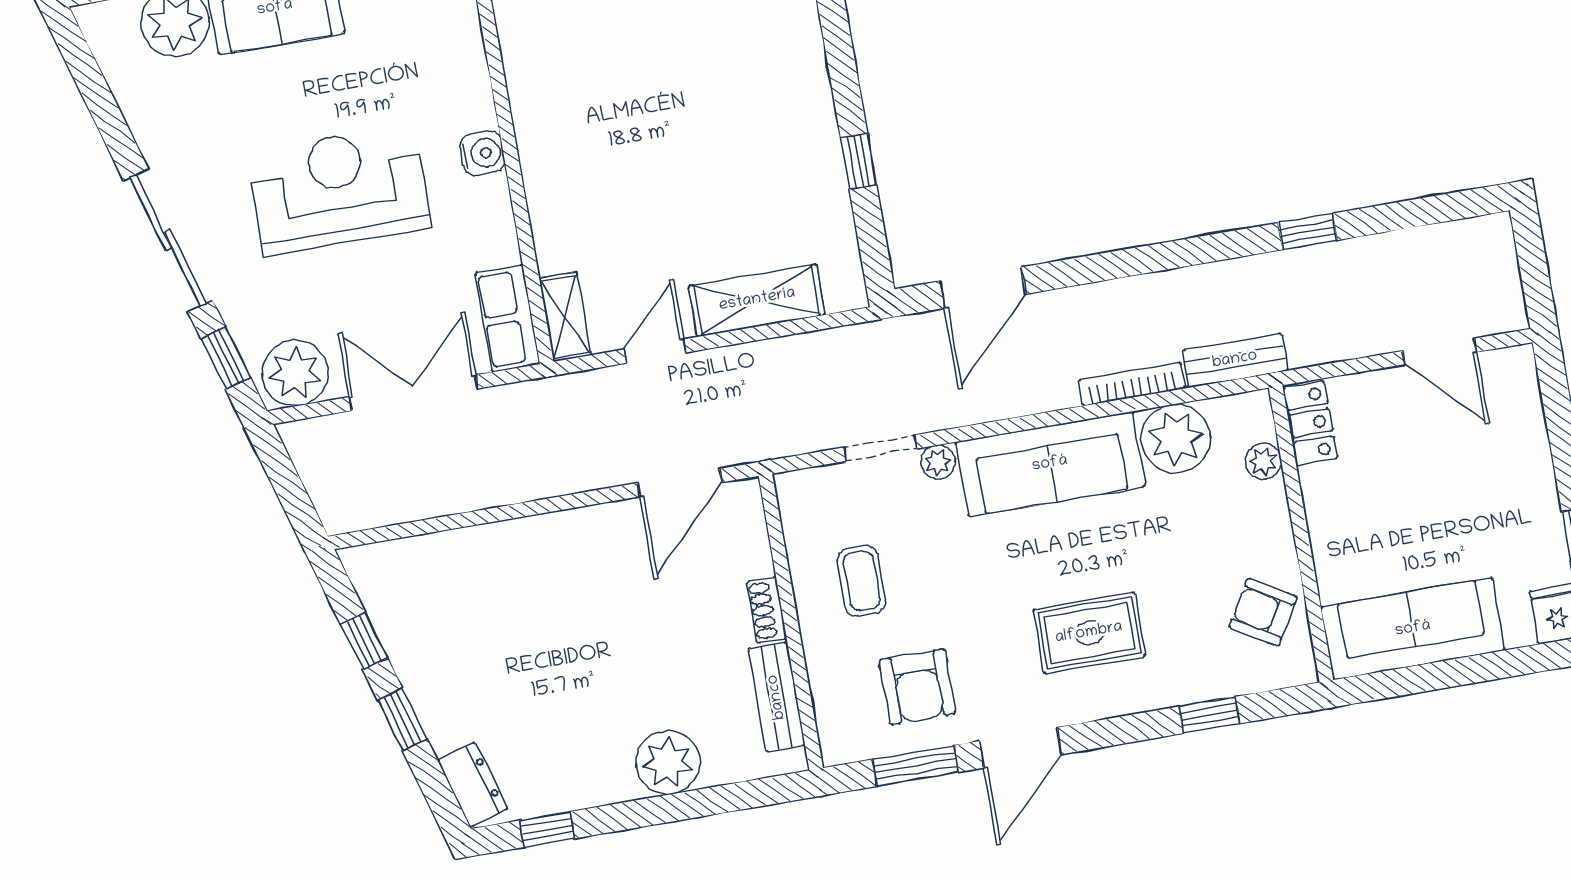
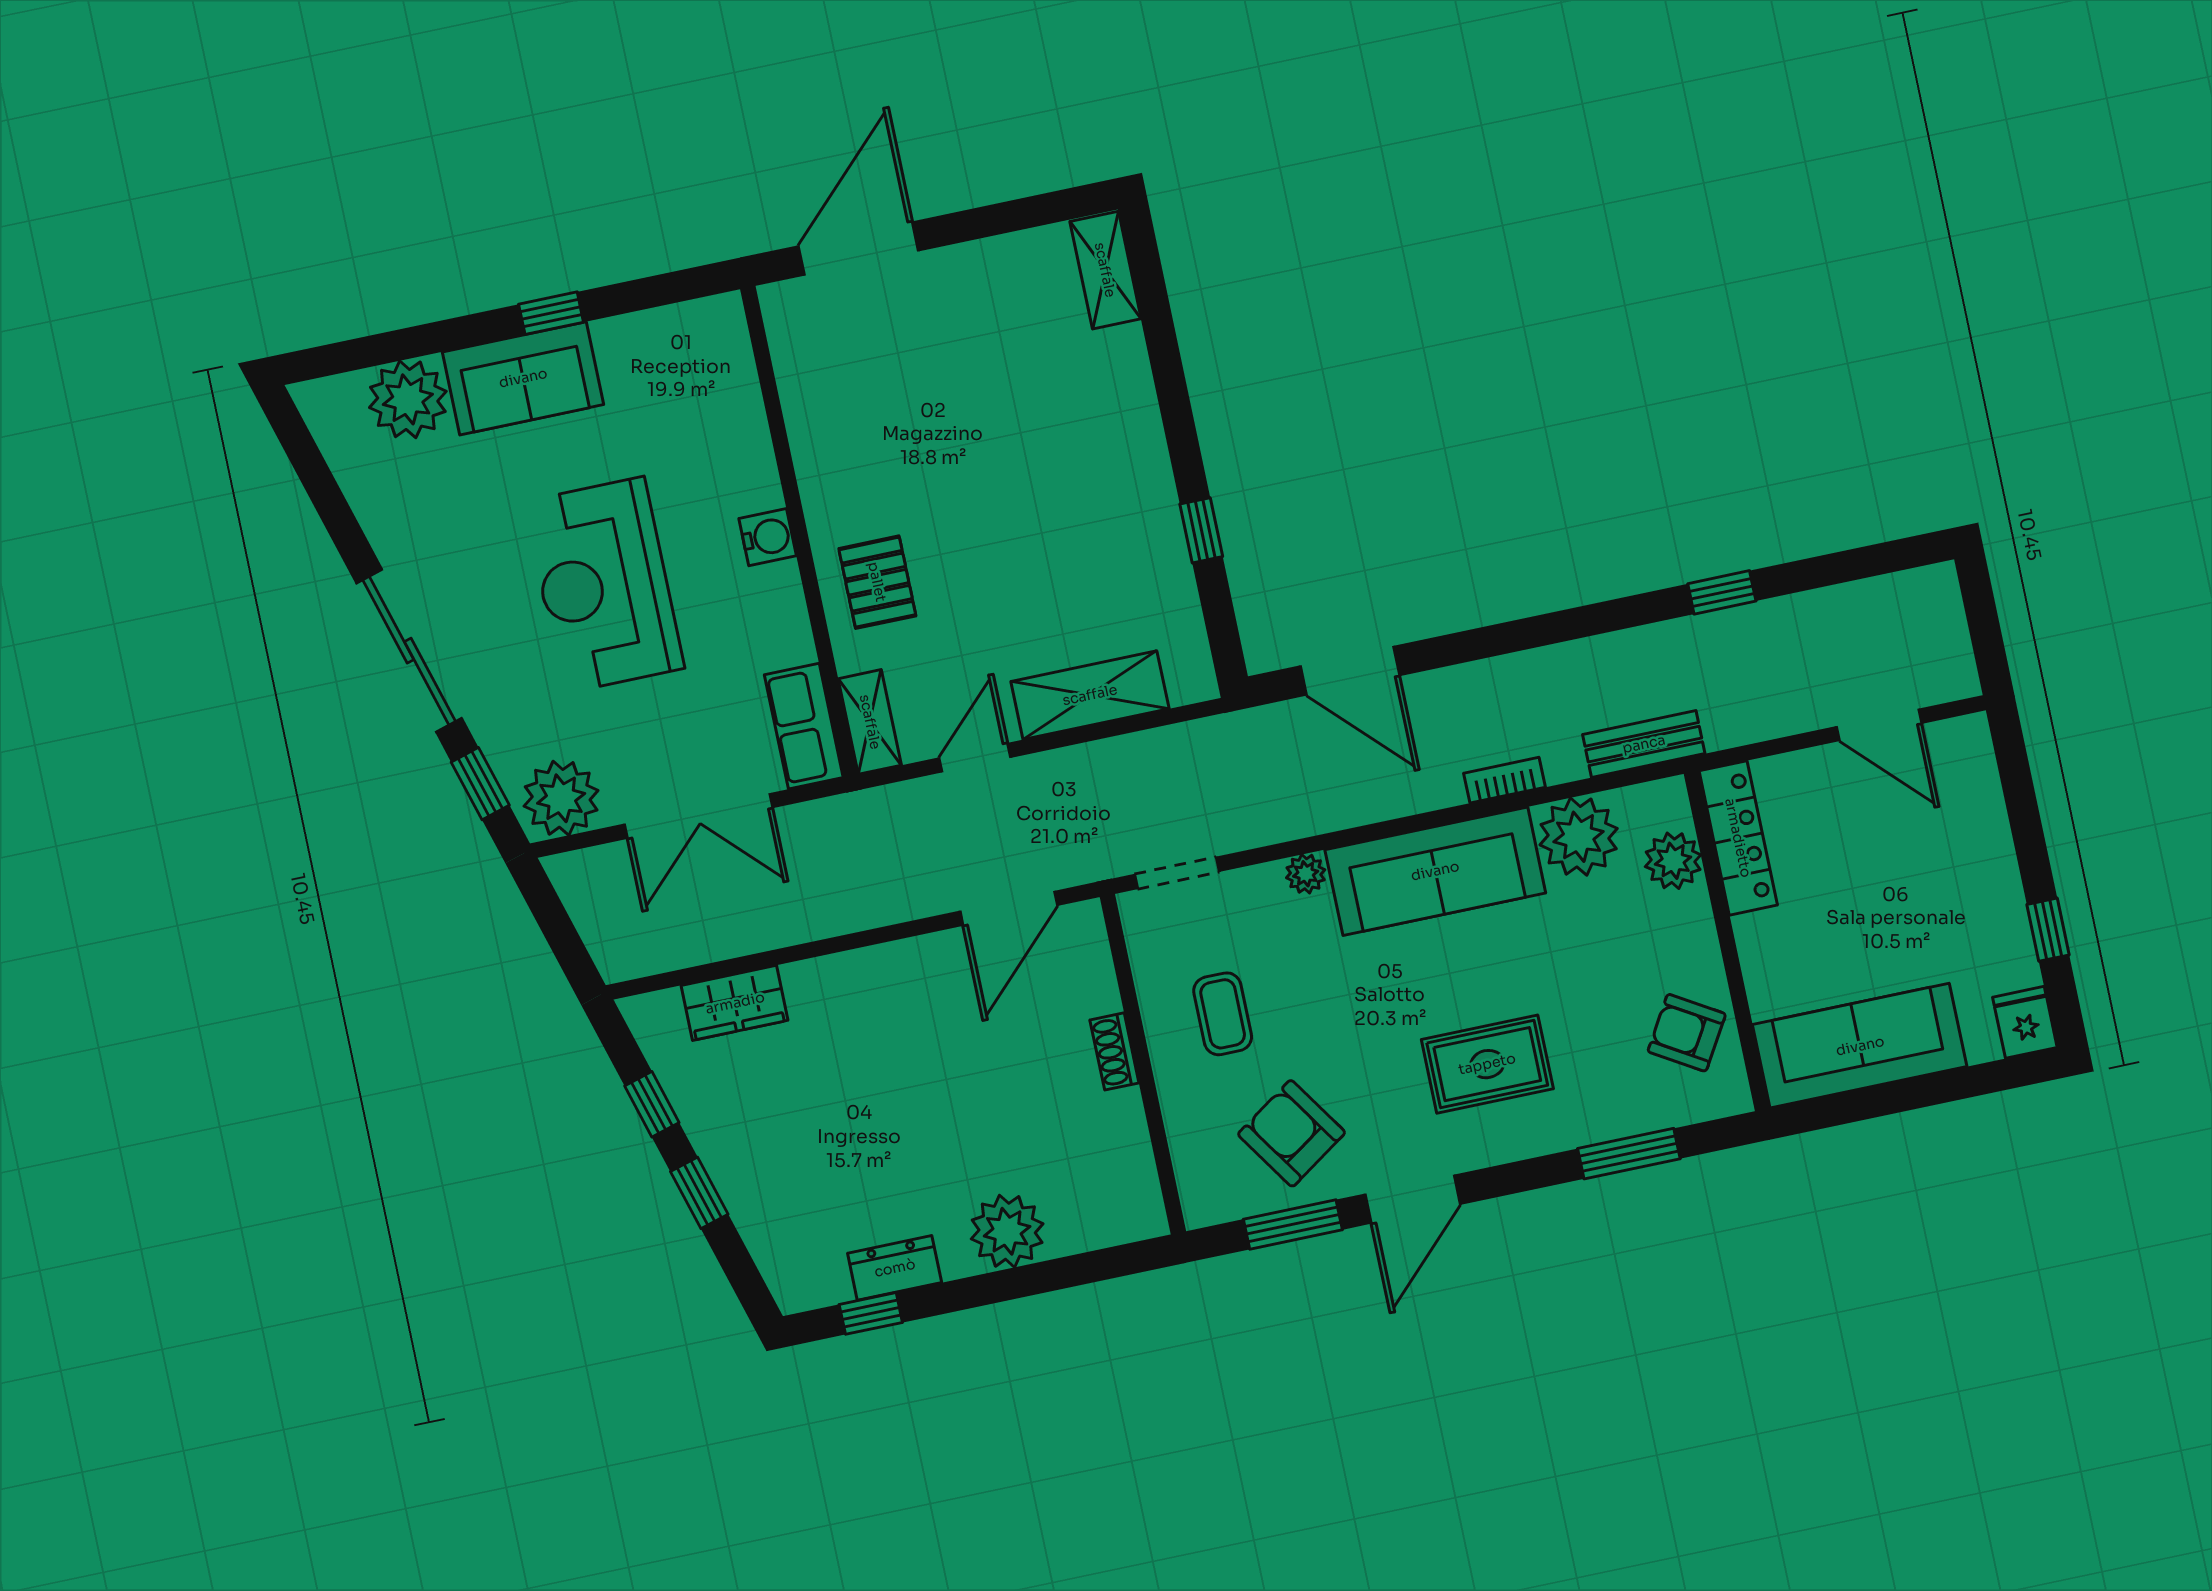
reception desk: (339, 190) -> (604, 585), turned -90
pallet: (576, 196) -> (877, 582), added
door: (983, 288) -> (1350, 671), hinge flipped
bookcase: (1132, 384) -> (1504, 780), width x0.64
double door: (414, 393) -> (699, 816), swing flipped
locker: (1310, 423) -> (1738, 838), width x1.53
doorway: (880, 448) -> (1177, 873), moved
plant: (1263, 461) -> (1673, 861), width x1.38, depth x1.38
wardrobe: (439, 556) -> (735, 1003), added
armchair: (917, 687) -> (1292, 1133), turned 146
bench: (777, 697) -> (1130, 1151), removed
window: (1209, 715) -> (1629, 1154), width x1.50
dresser: (473, 785) -> (895, 1268), moved, turned -74

